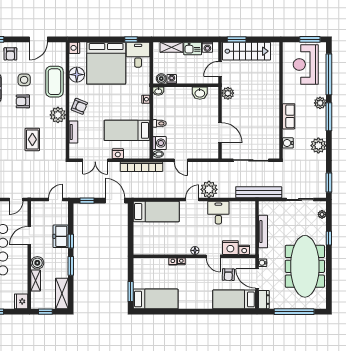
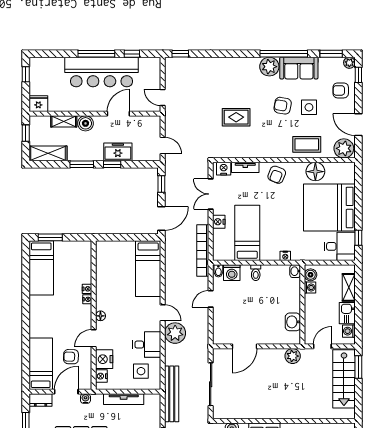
nightstand: (74, 48) -> (224, 169), moved
door: (220, 69) -> (322, 346), hinge flipped
coffee table: (54, 82) -> (307, 144), width x0.73, depth x0.76
armchair: (23, 101) -> (283, 106), turned -80
plant: (58, 115) -> (344, 148), moved
side table: (240, 217) -> (141, 371), added
door: (29, 236) -> (118, 114), hinge flipped

